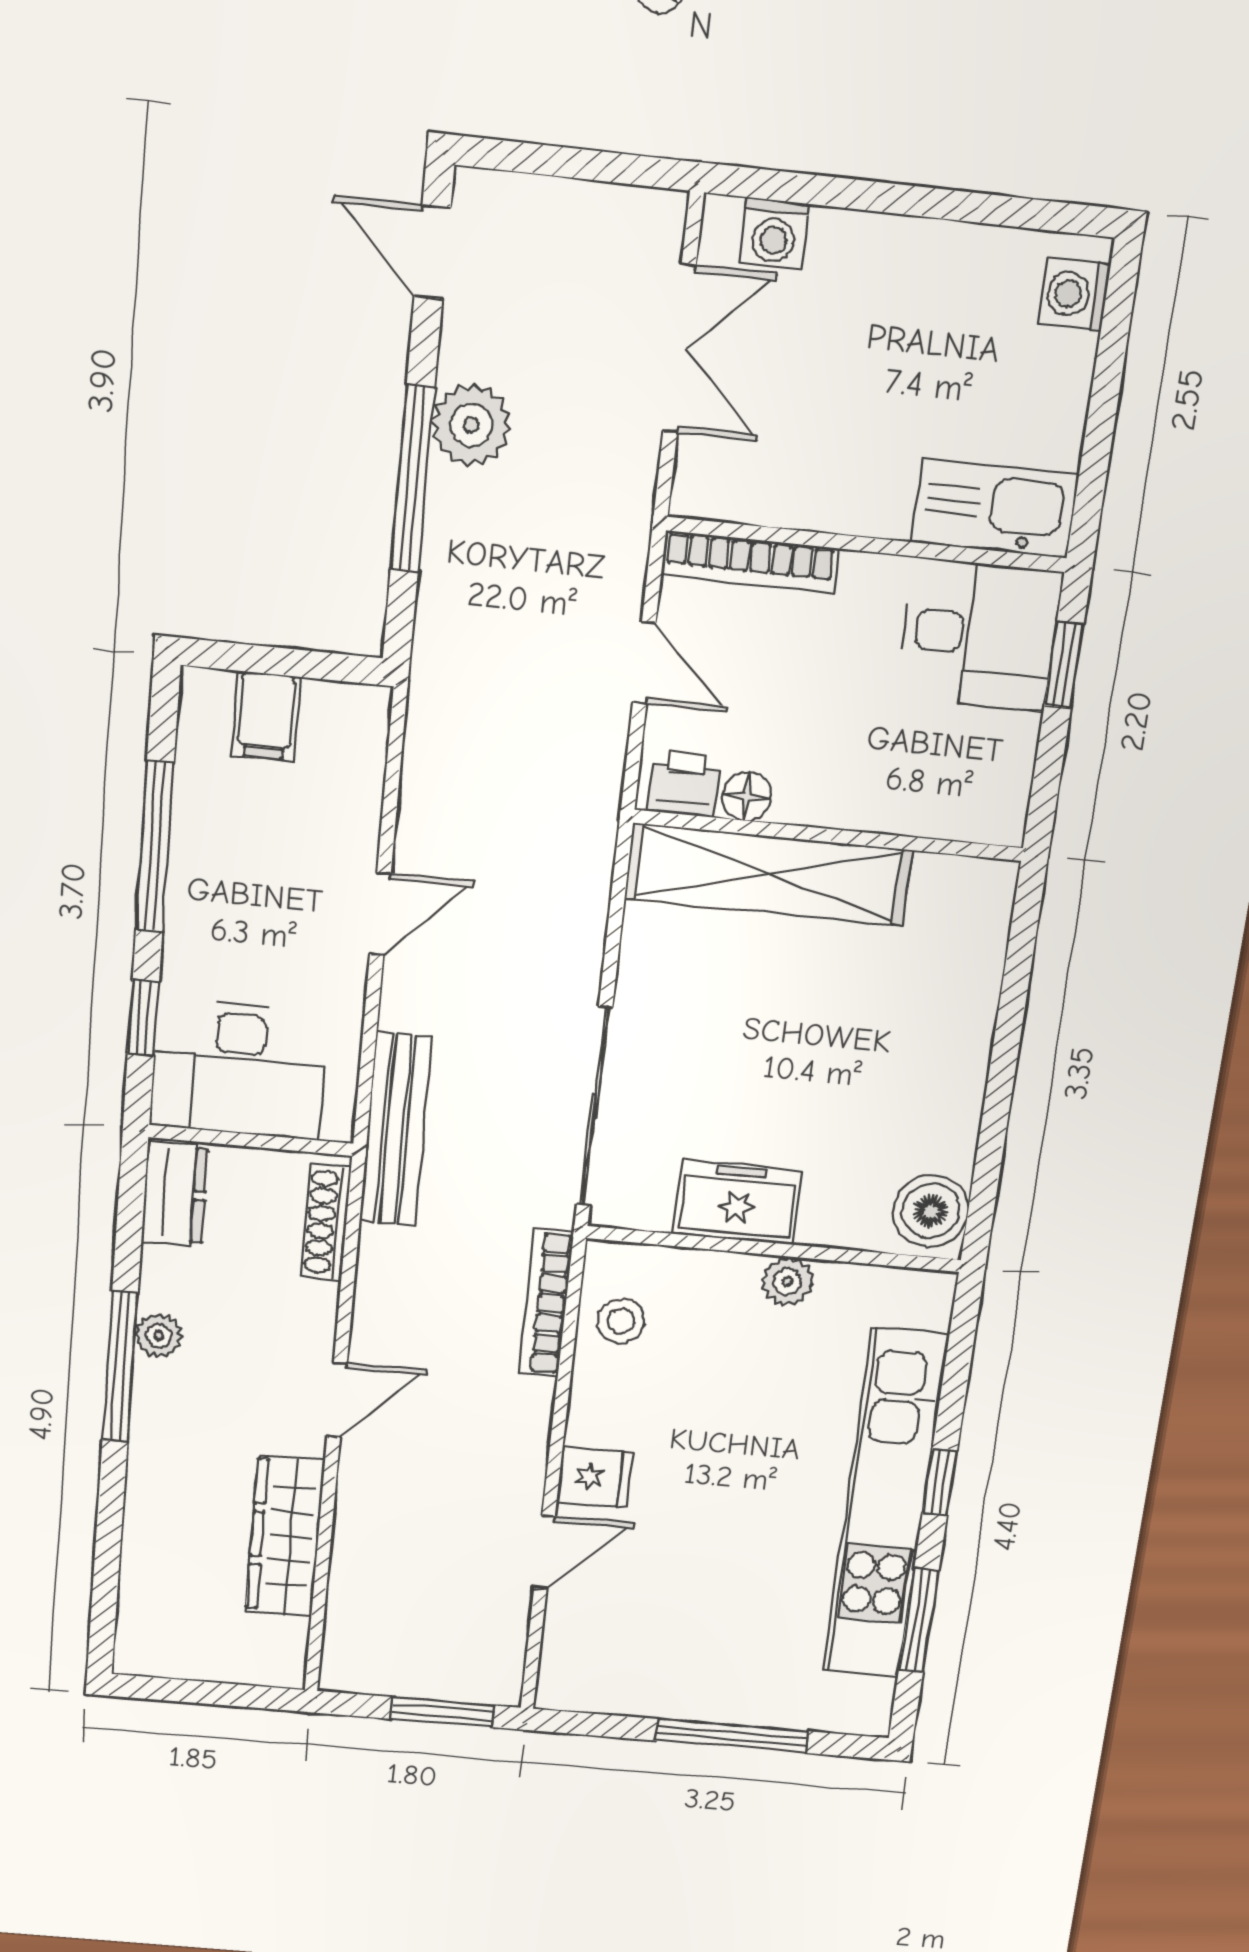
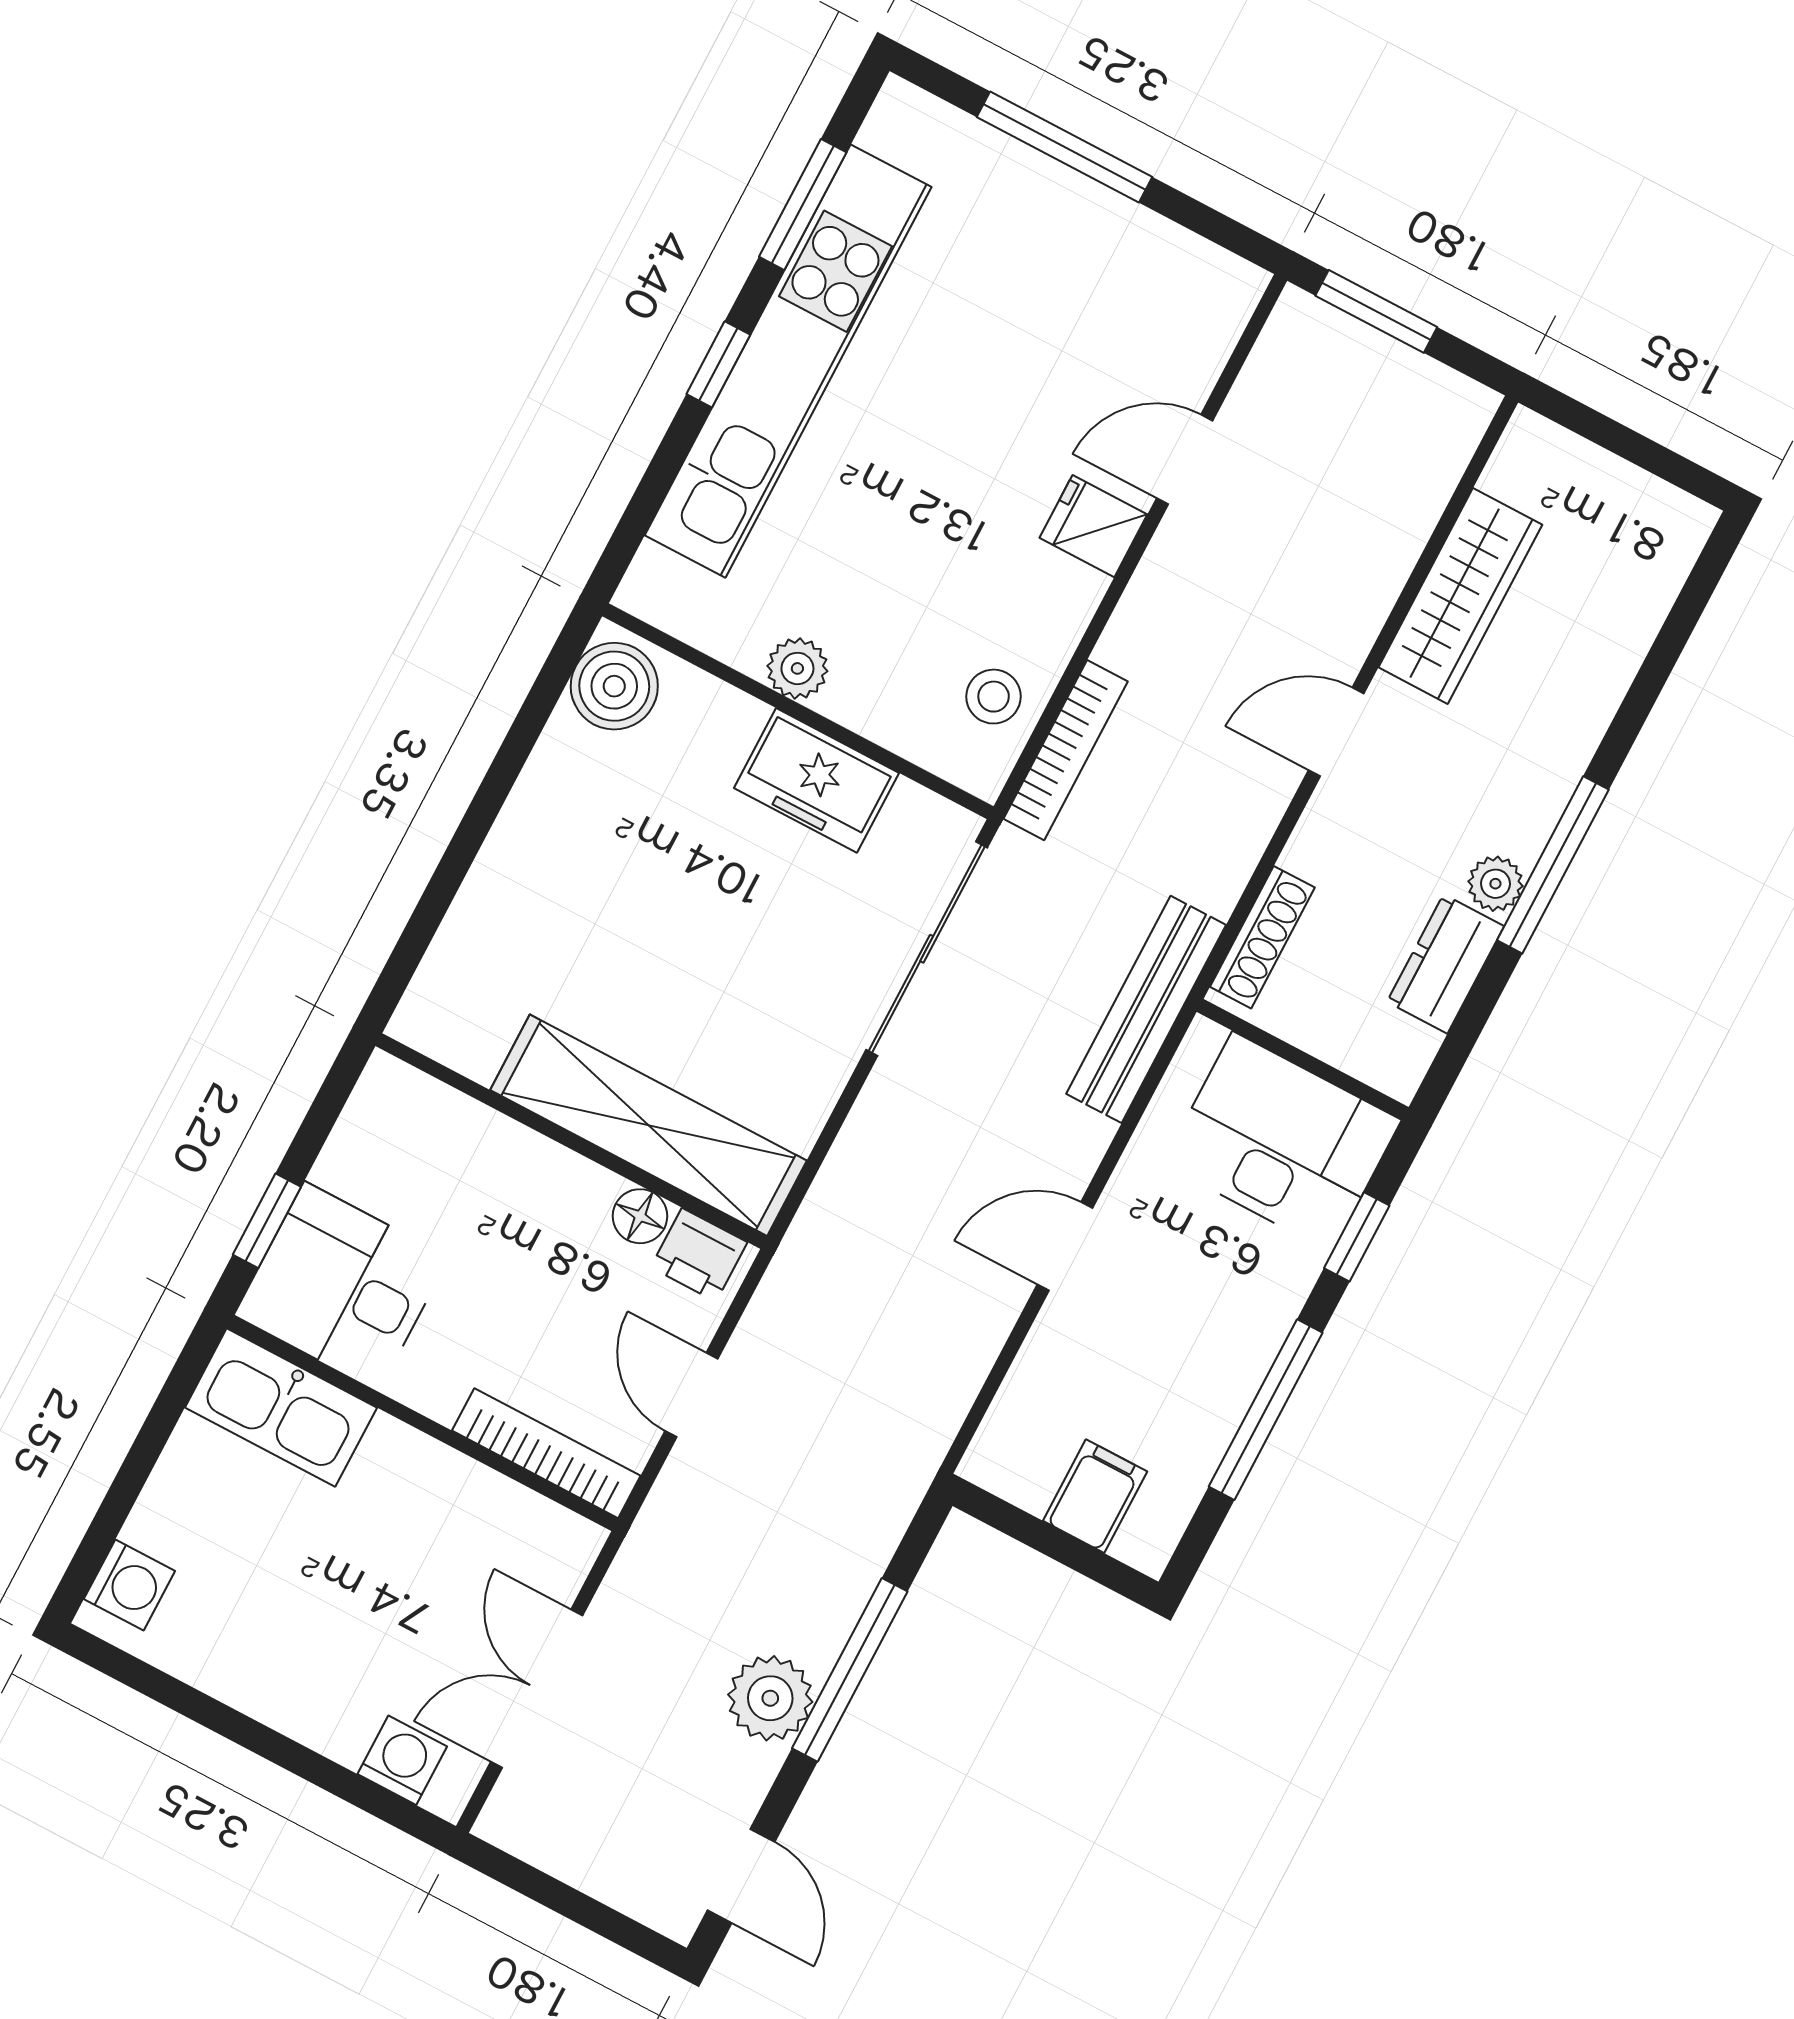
dresser: (175, 1194) -> (1446, 964), moved

